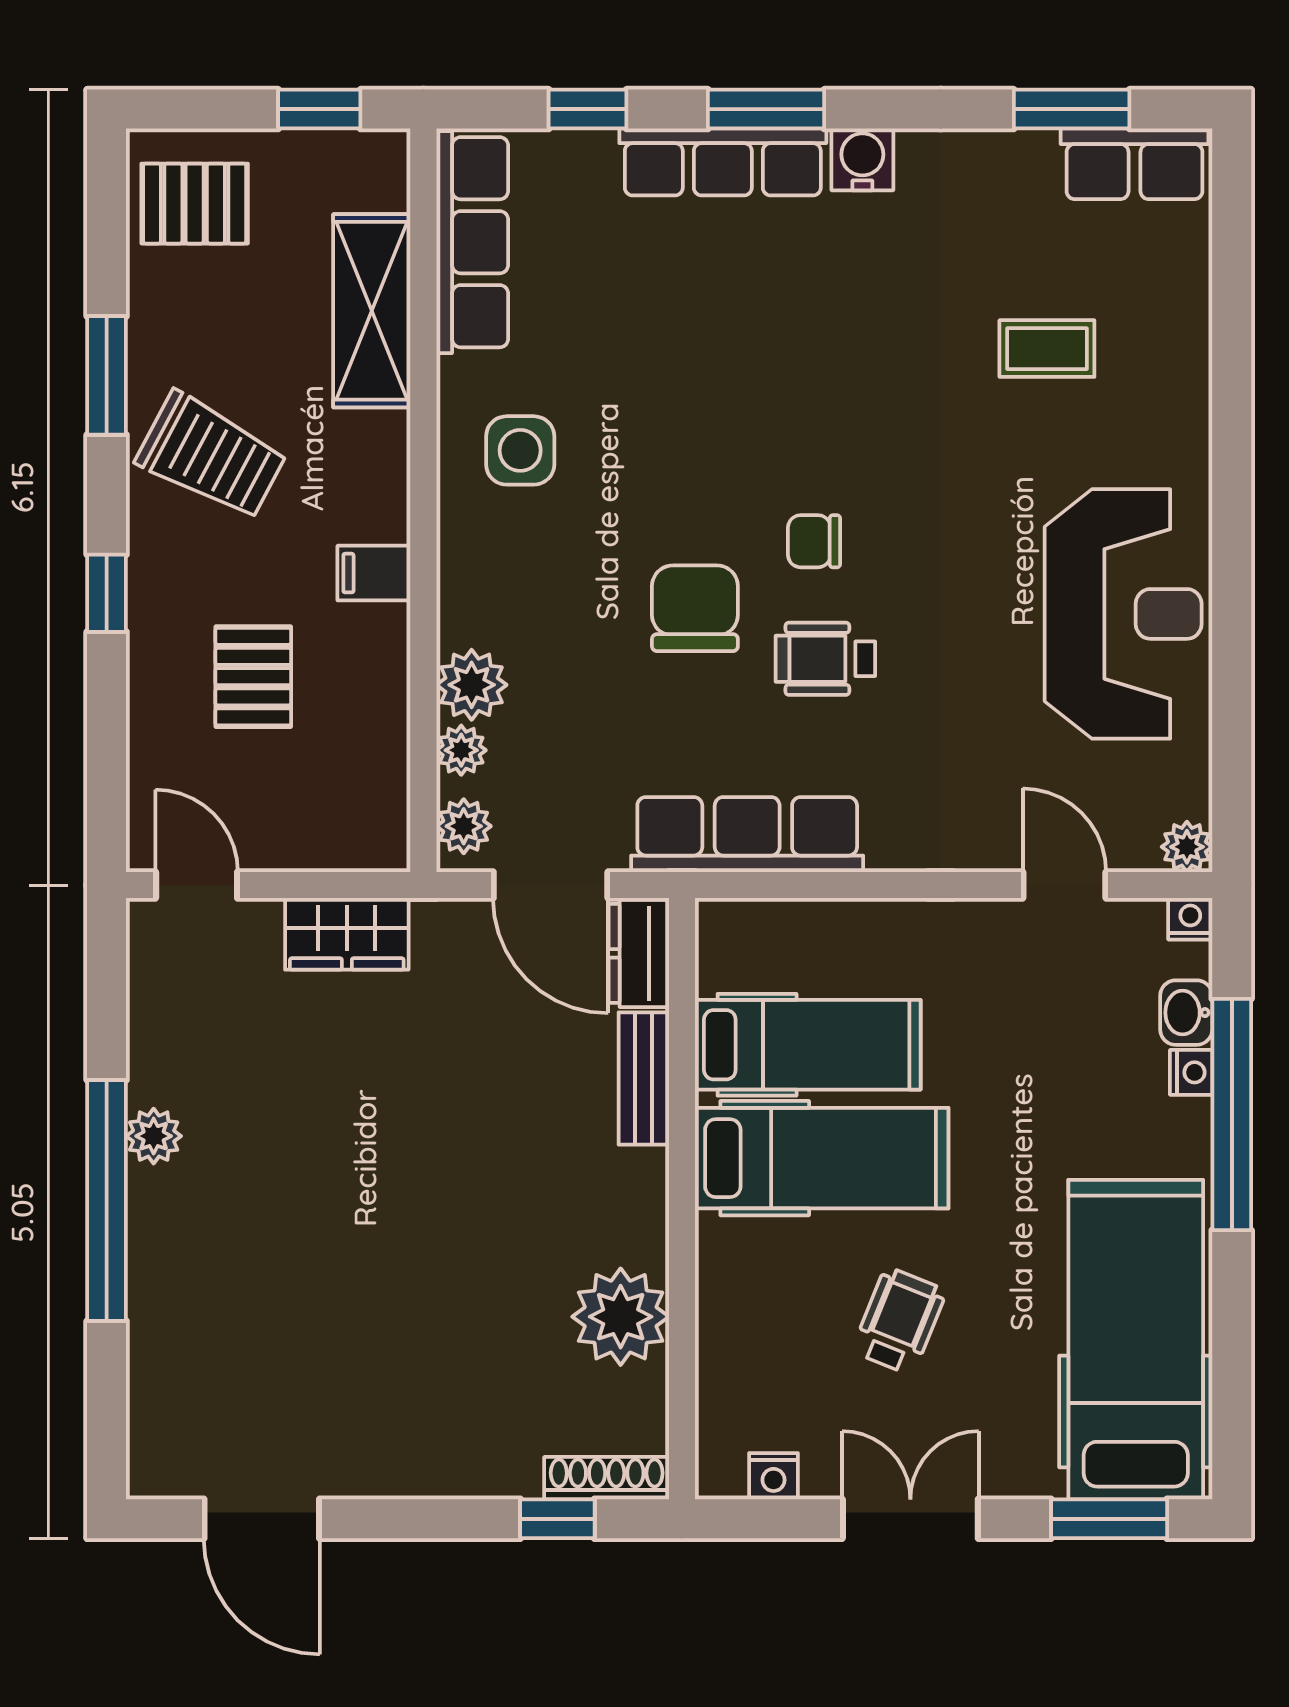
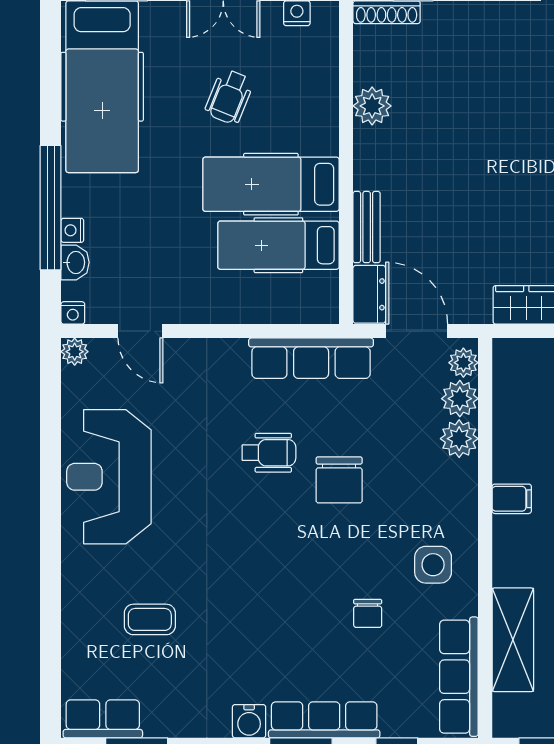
chair: (814, 541) -> (368, 613), moved, turned 90
plant: (461, 750) -> (460, 399), width x1.38, depth x1.38
plant: (621, 1317) -> (372, 106), width x0.73, depth x0.73

